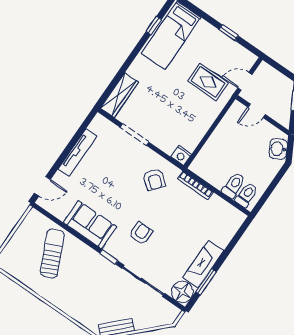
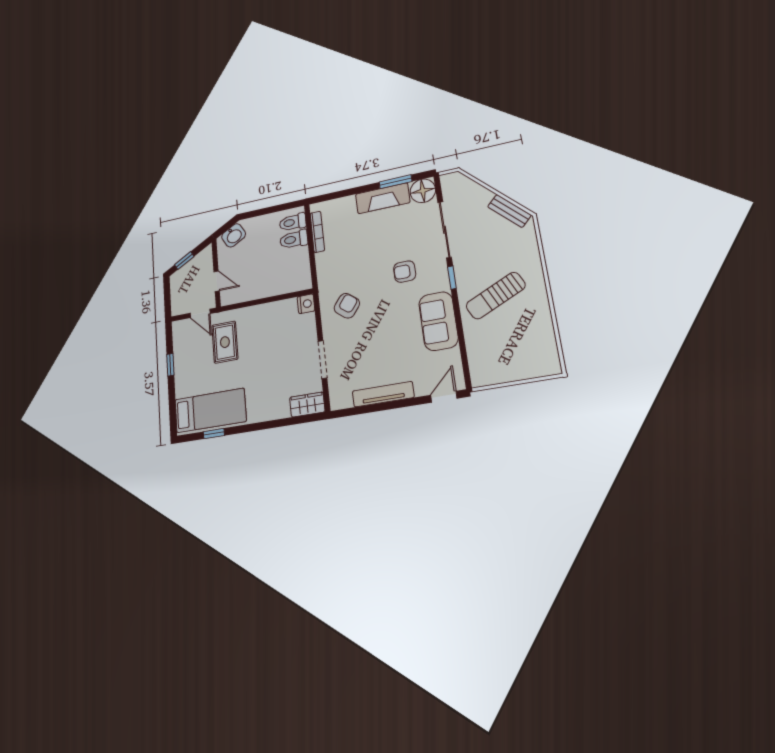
wardrobe: (119, 95) -> (307, 405), width x0.67
bookcase: (195, 185) -> (317, 232), moved
door: (42, 186) -> (444, 397), hinge flipped
sun lounger: (52, 253) -> (496, 296), moved

